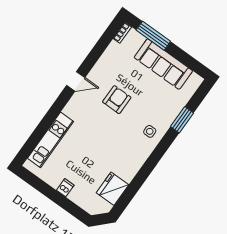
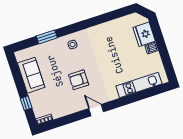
window: (153, 36) -> (26, 103), width x0.46
sofa: (163, 64) -> (31, 75), width x0.73
fridge: (112, 189) -> (144, 34), moved, turned 90

